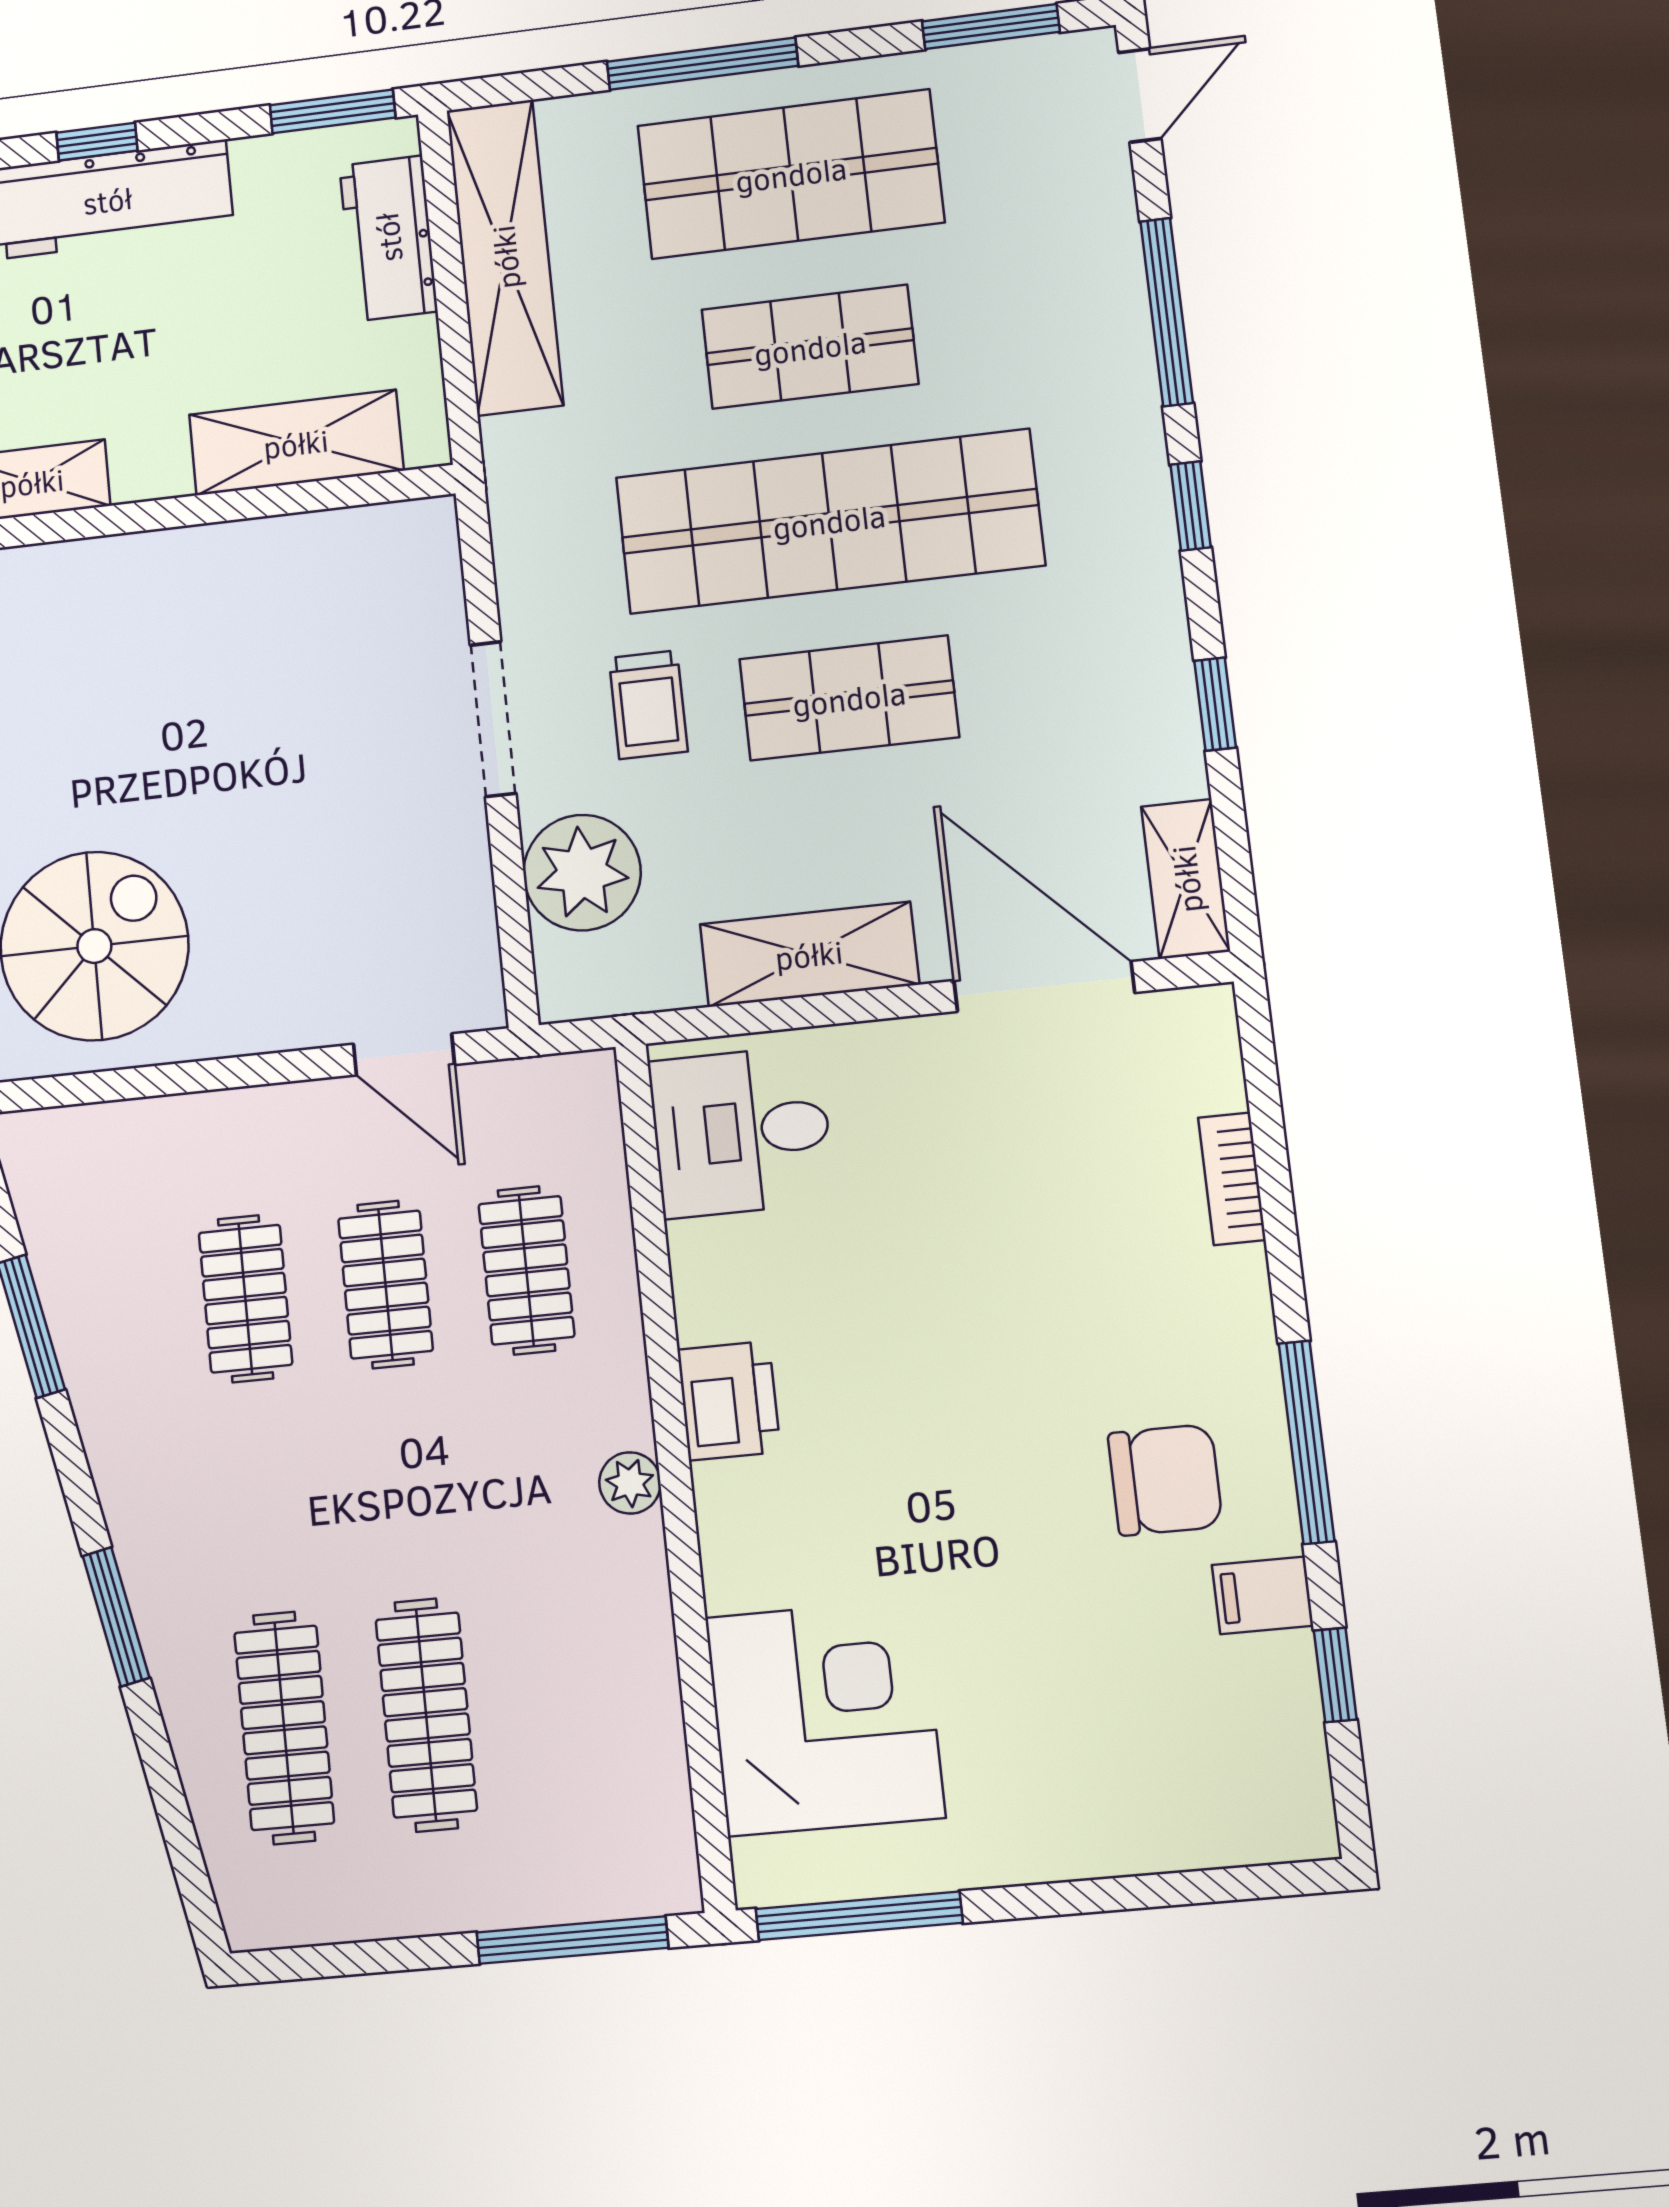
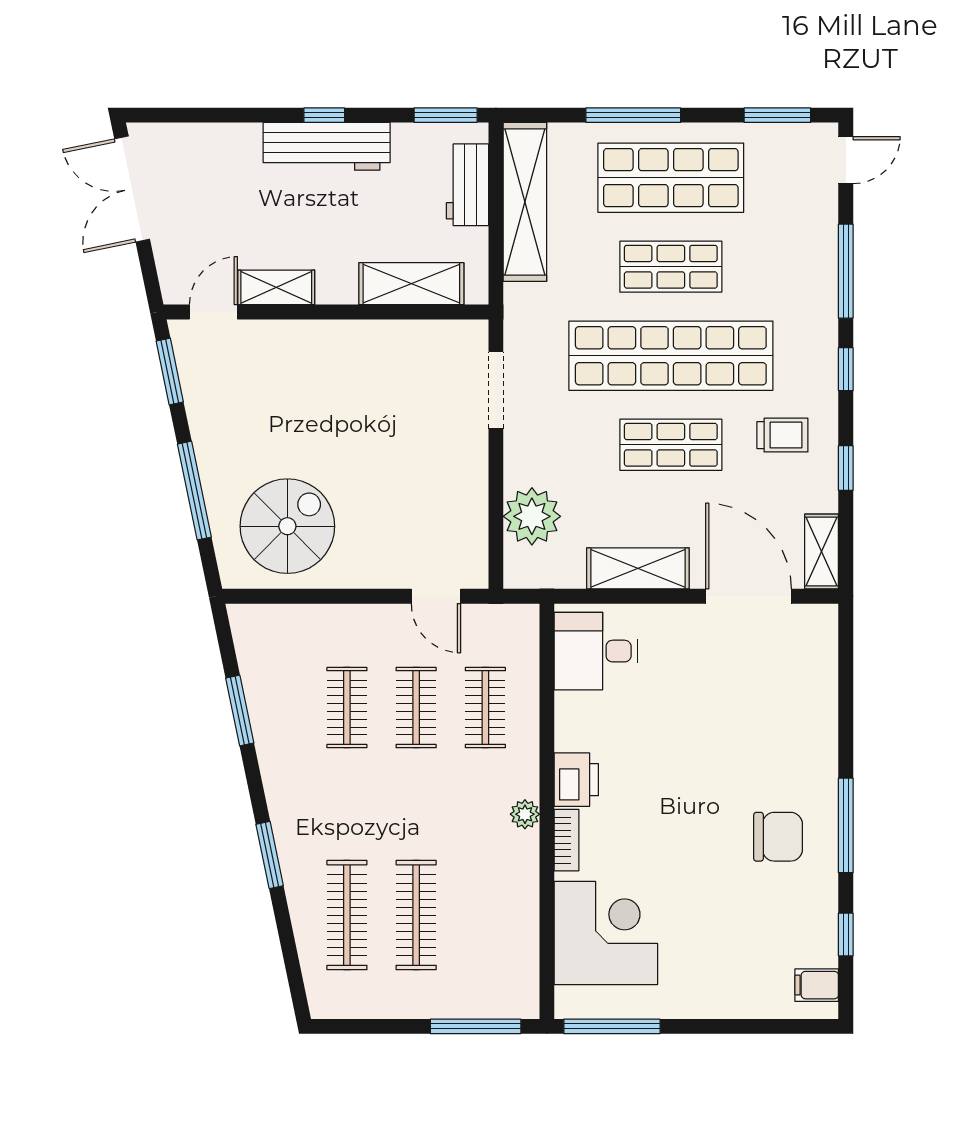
trolley: (648, 705) -> (782, 435), moved, turned -90
doorway: (493, 719) -> (496, 390), moved
bookcase: (1232, 1179) -> (567, 840), moved, turned 180
filing cabinet: (1263, 1595) -> (817, 985), moved

